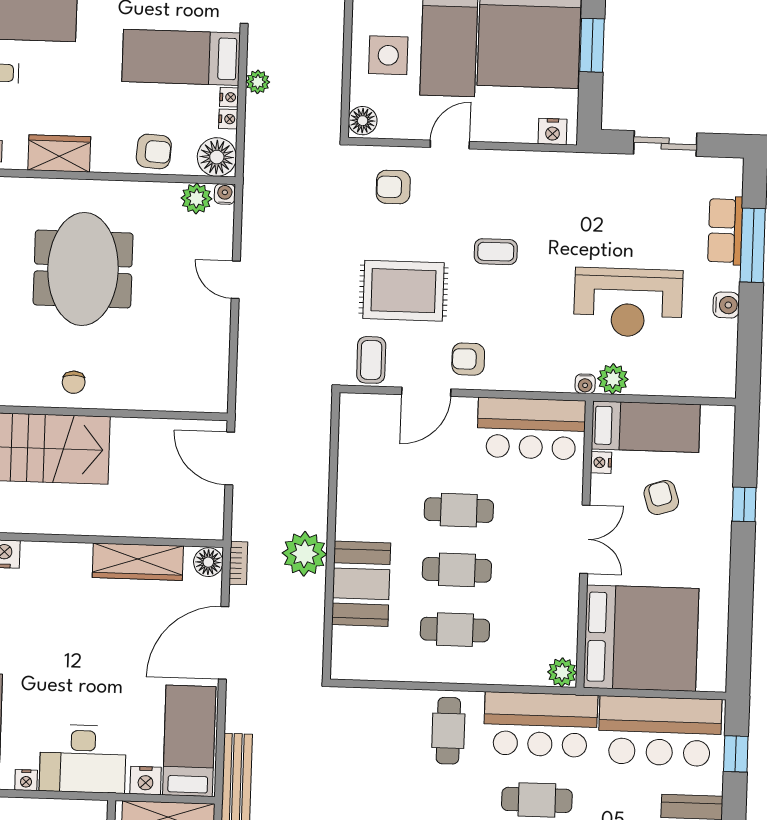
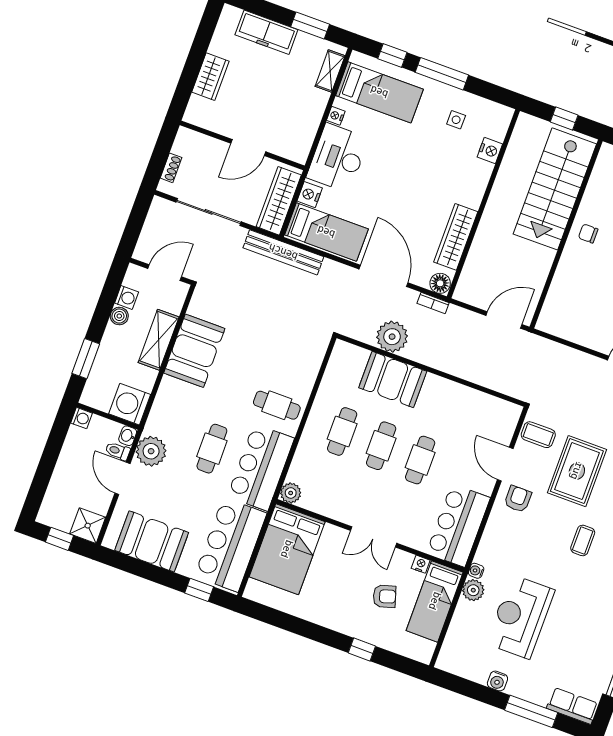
row of seats: (725, 231) -> (572, 706), moved
plant: (304, 554) -> (392, 337), moved
bed: (641, 638) -> (287, 549), width x0.73

